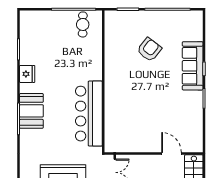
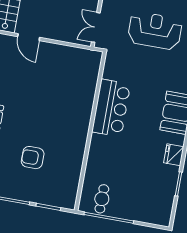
armchair: (149, 50) -> (33, 158), turned 52
bar counter: (89, 114) -> (111, 108), width x0.73

